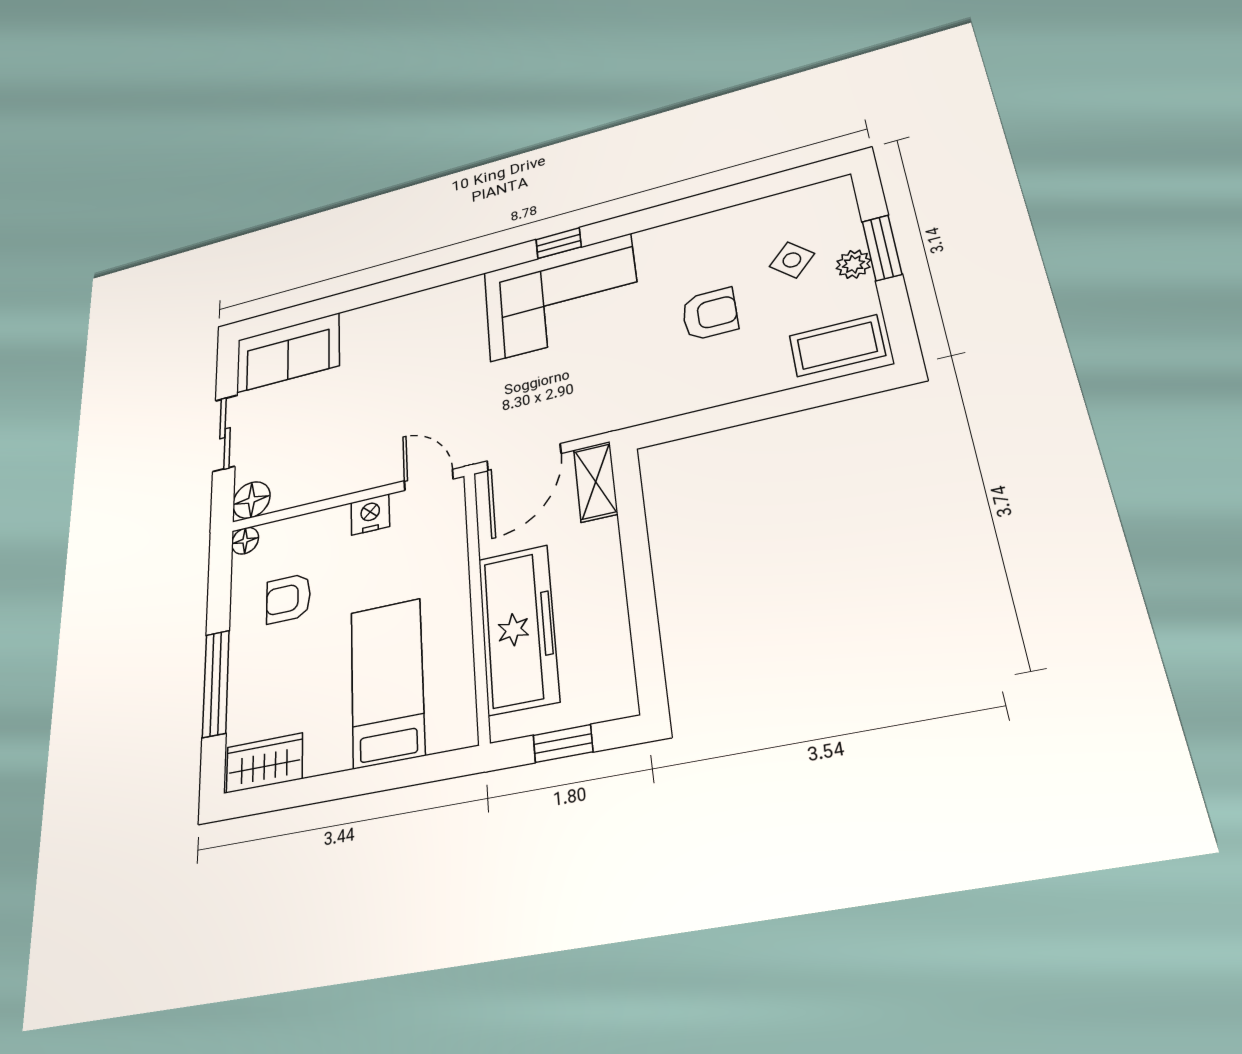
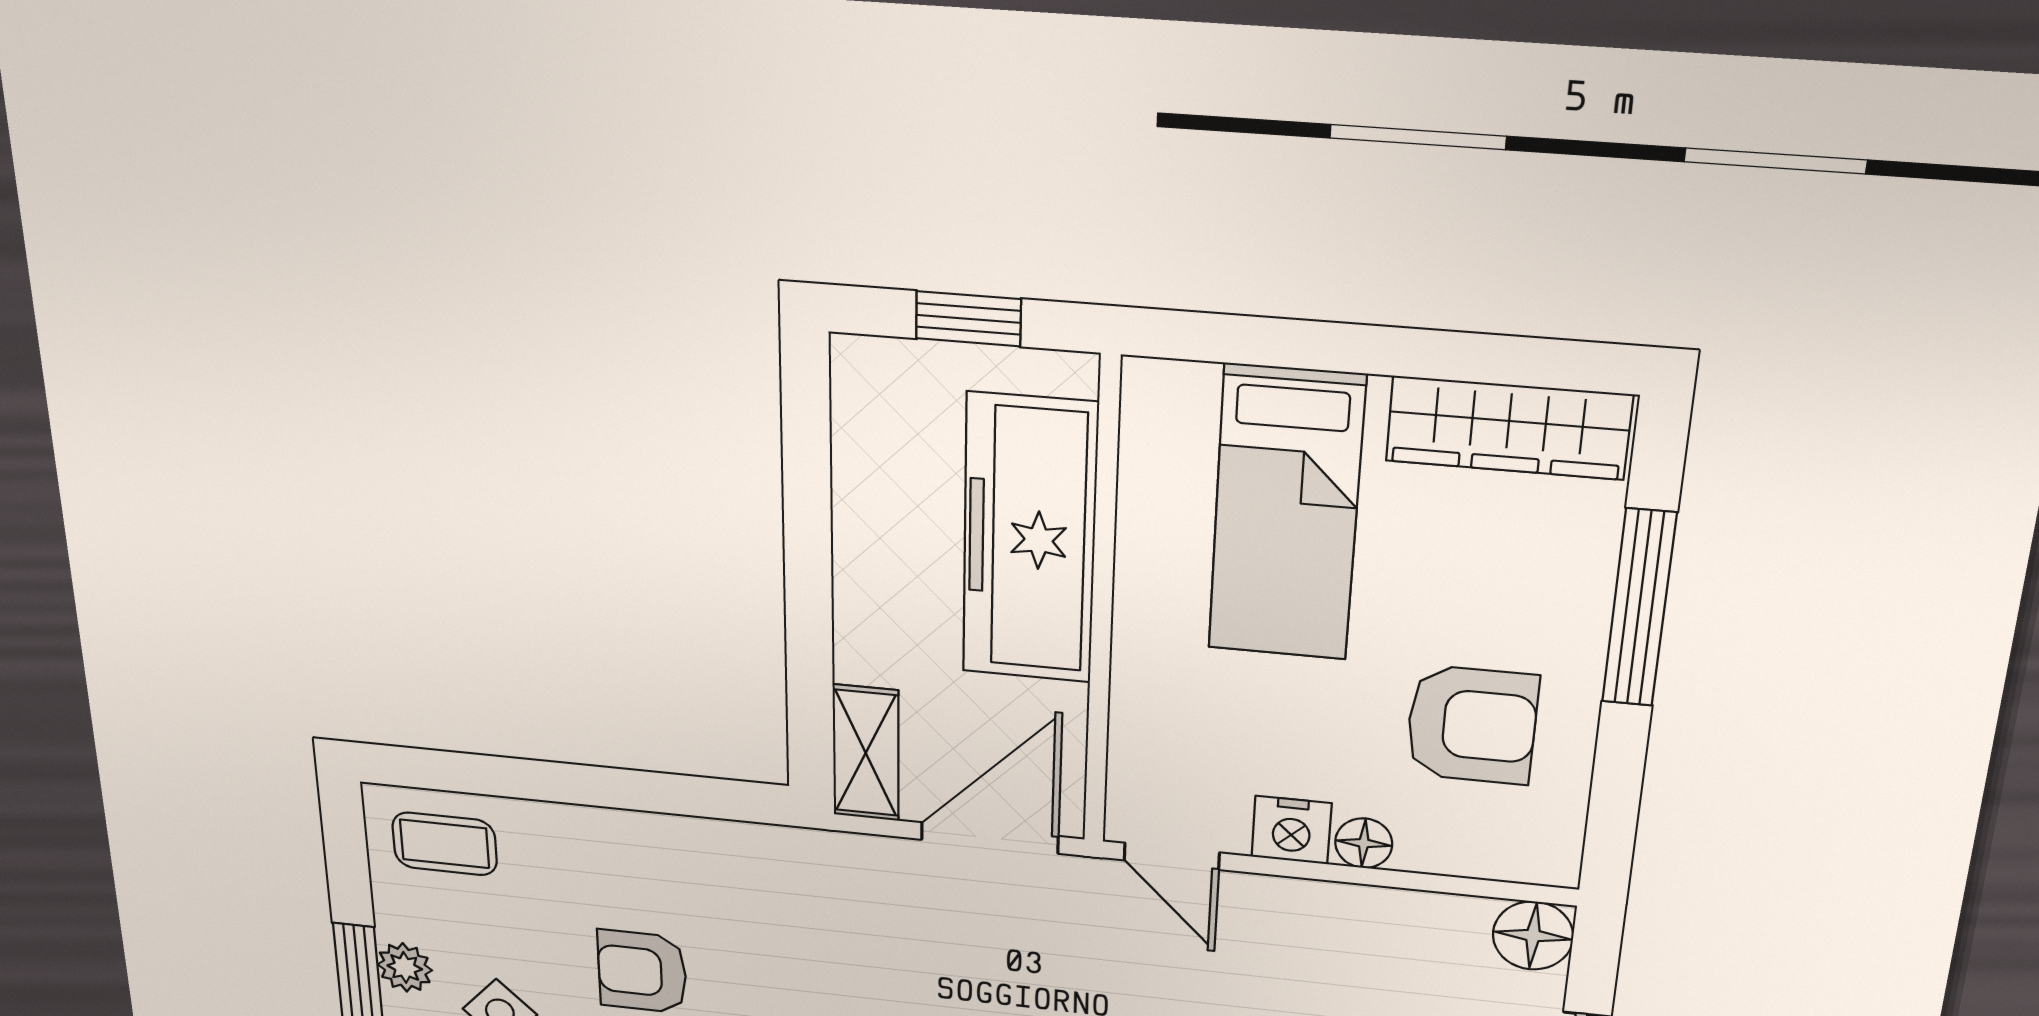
coffee table: (837, 346) -> (445, 844), width x0.73, depth x0.77
floor lamp: (245, 541) -> (1364, 843), moved
armchair: (288, 599) -> (1472, 725), width x1.38, depth x1.38
wardrobe: (264, 763) -> (1508, 428), width x1.50

